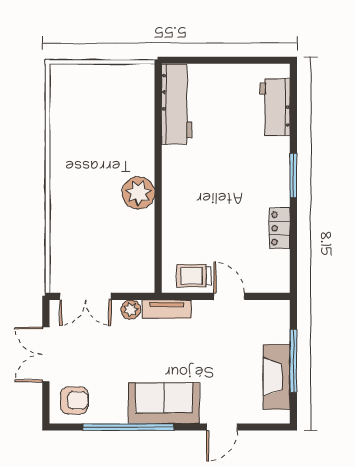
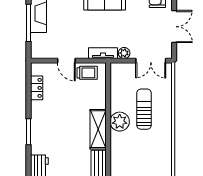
shelving: (175, 180) -> (98, 129), added
sun lounger: (97, 214) -> (144, 109), added
locker: (280, 228) -> (37, 88), moved
double door: (85, 296) -> (151, 61), swing flipped

